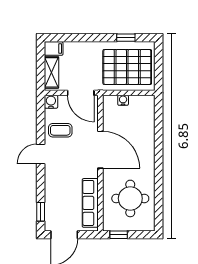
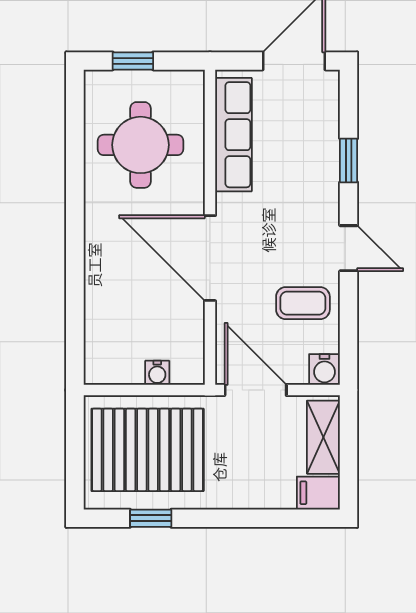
door: (41, 154) -> (349, 248), hinge flipped
window: (41, 212) -> (349, 160), moved
window: (119, 235) -> (133, 61), moved

